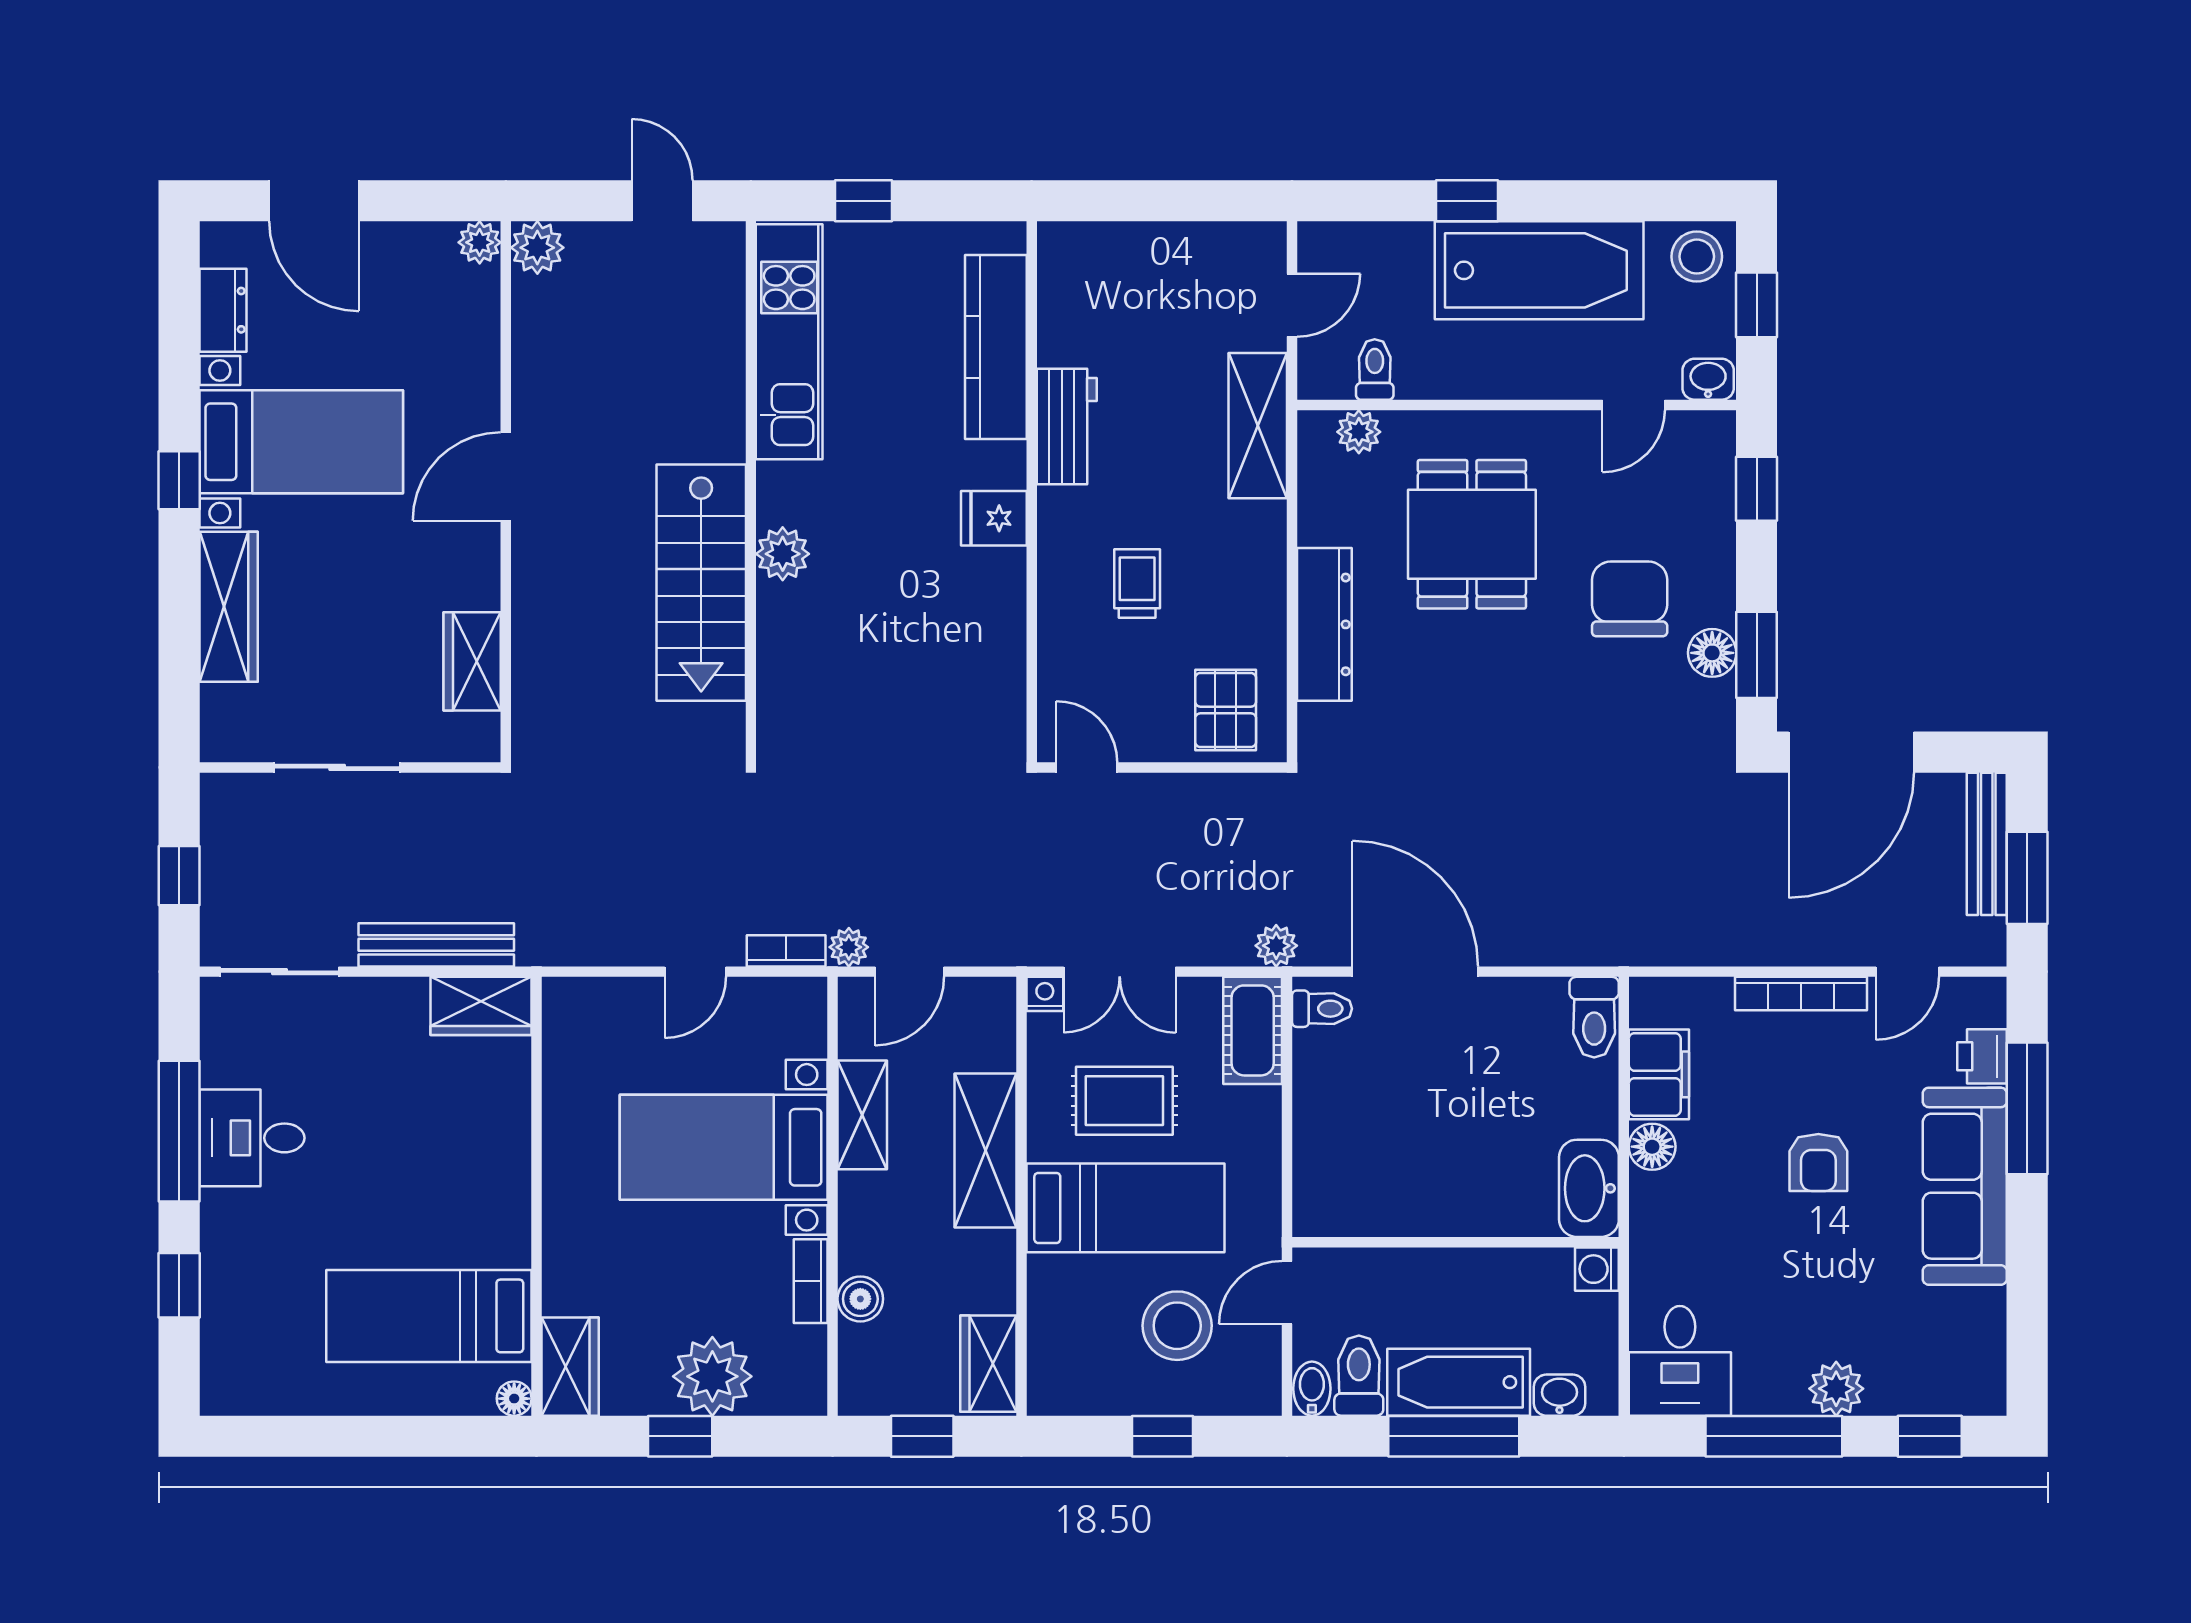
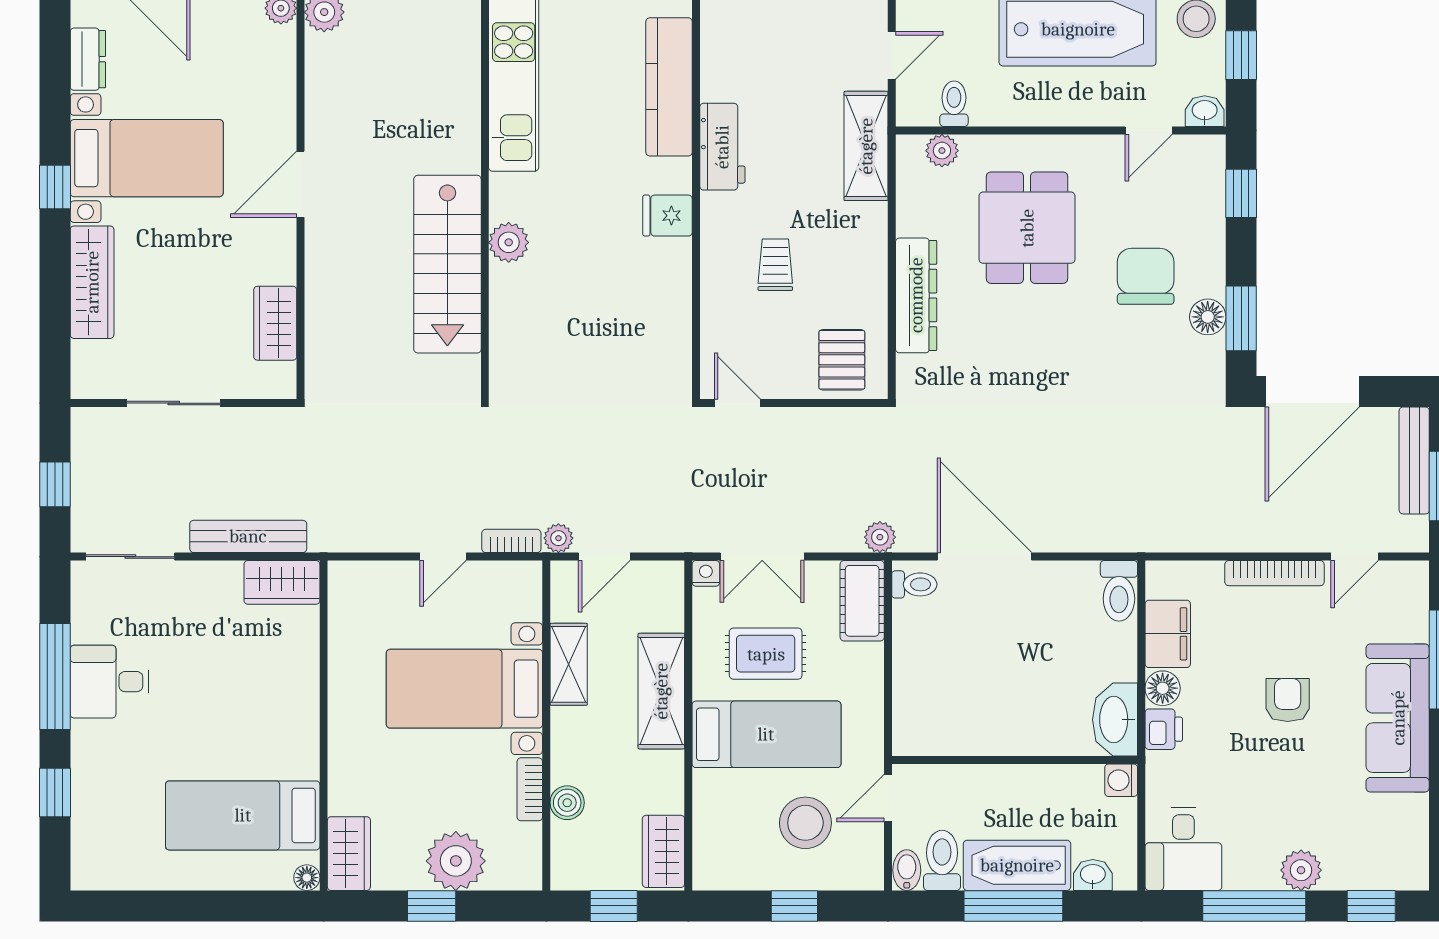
printer: (1982, 1056) -> (1164, 729), moved, turned 180
armchair: (1818, 1162) -> (1288, 700), turned 180

